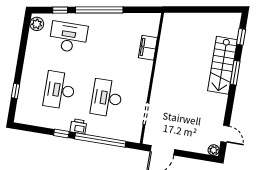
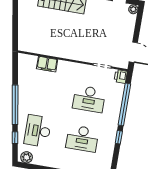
printer: (78, 126) -> (121, 76), moved

